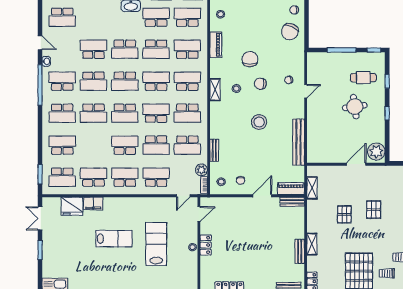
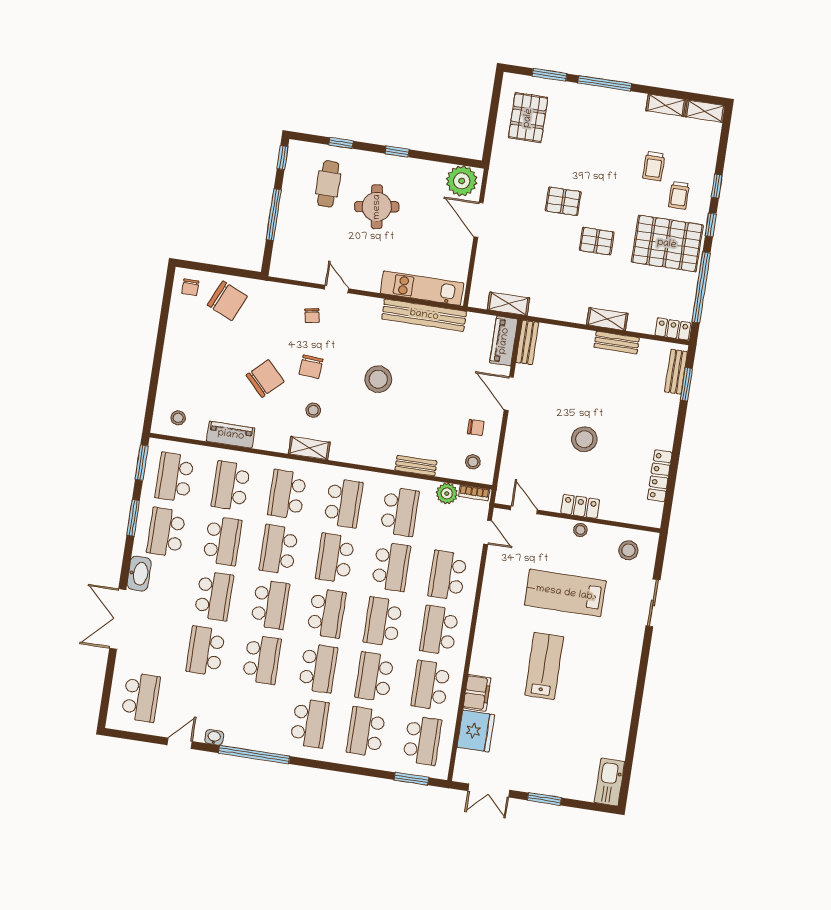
chair: (250, 59) -> (265, 378), turned 136
school desk: (62, 81) -> (374, 677), moved
kitchen unit: (313, 139) -> (422, 288), added
pallet: (344, 214) -> (597, 241), moved
stool: (243, 242) -> (584, 439), added
stool: (185, 276) -> (628, 550), added

